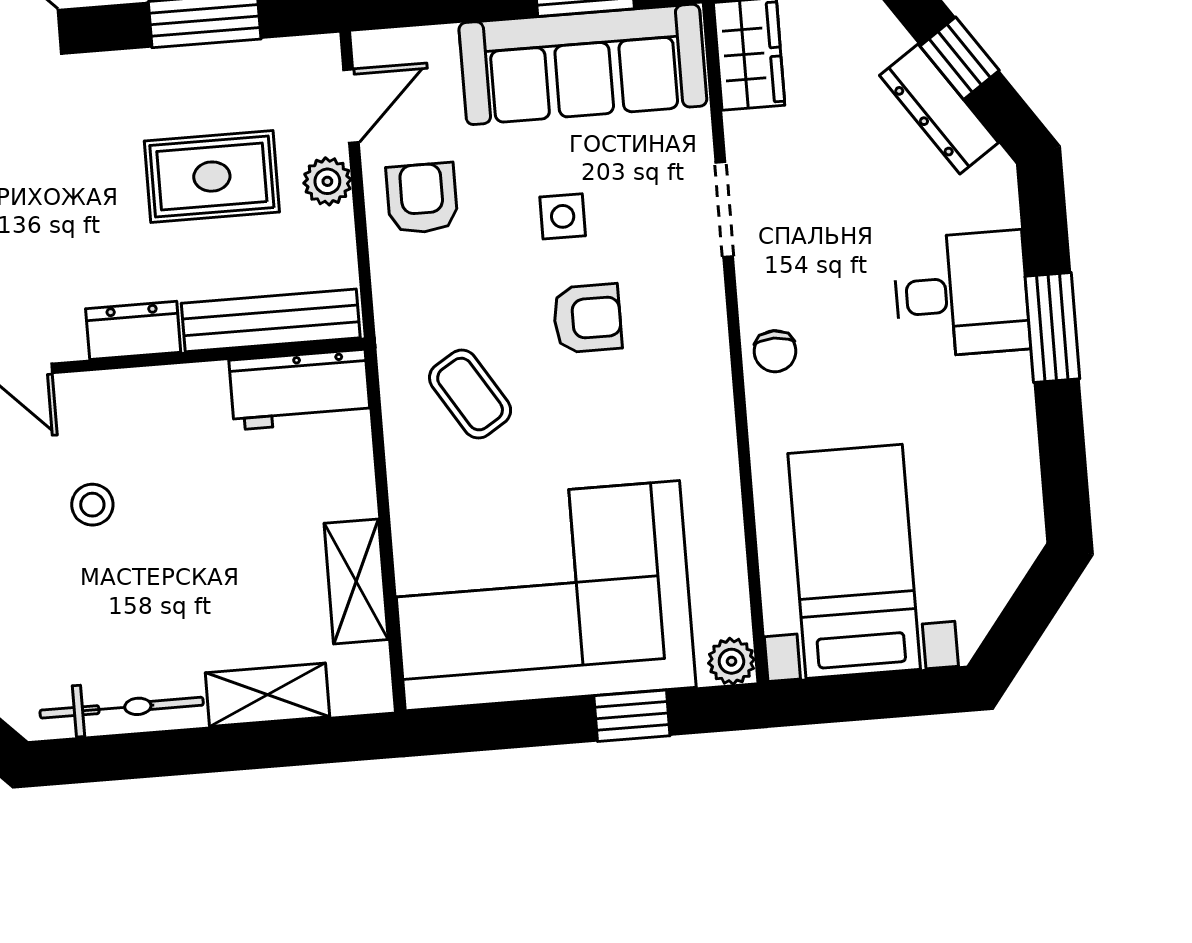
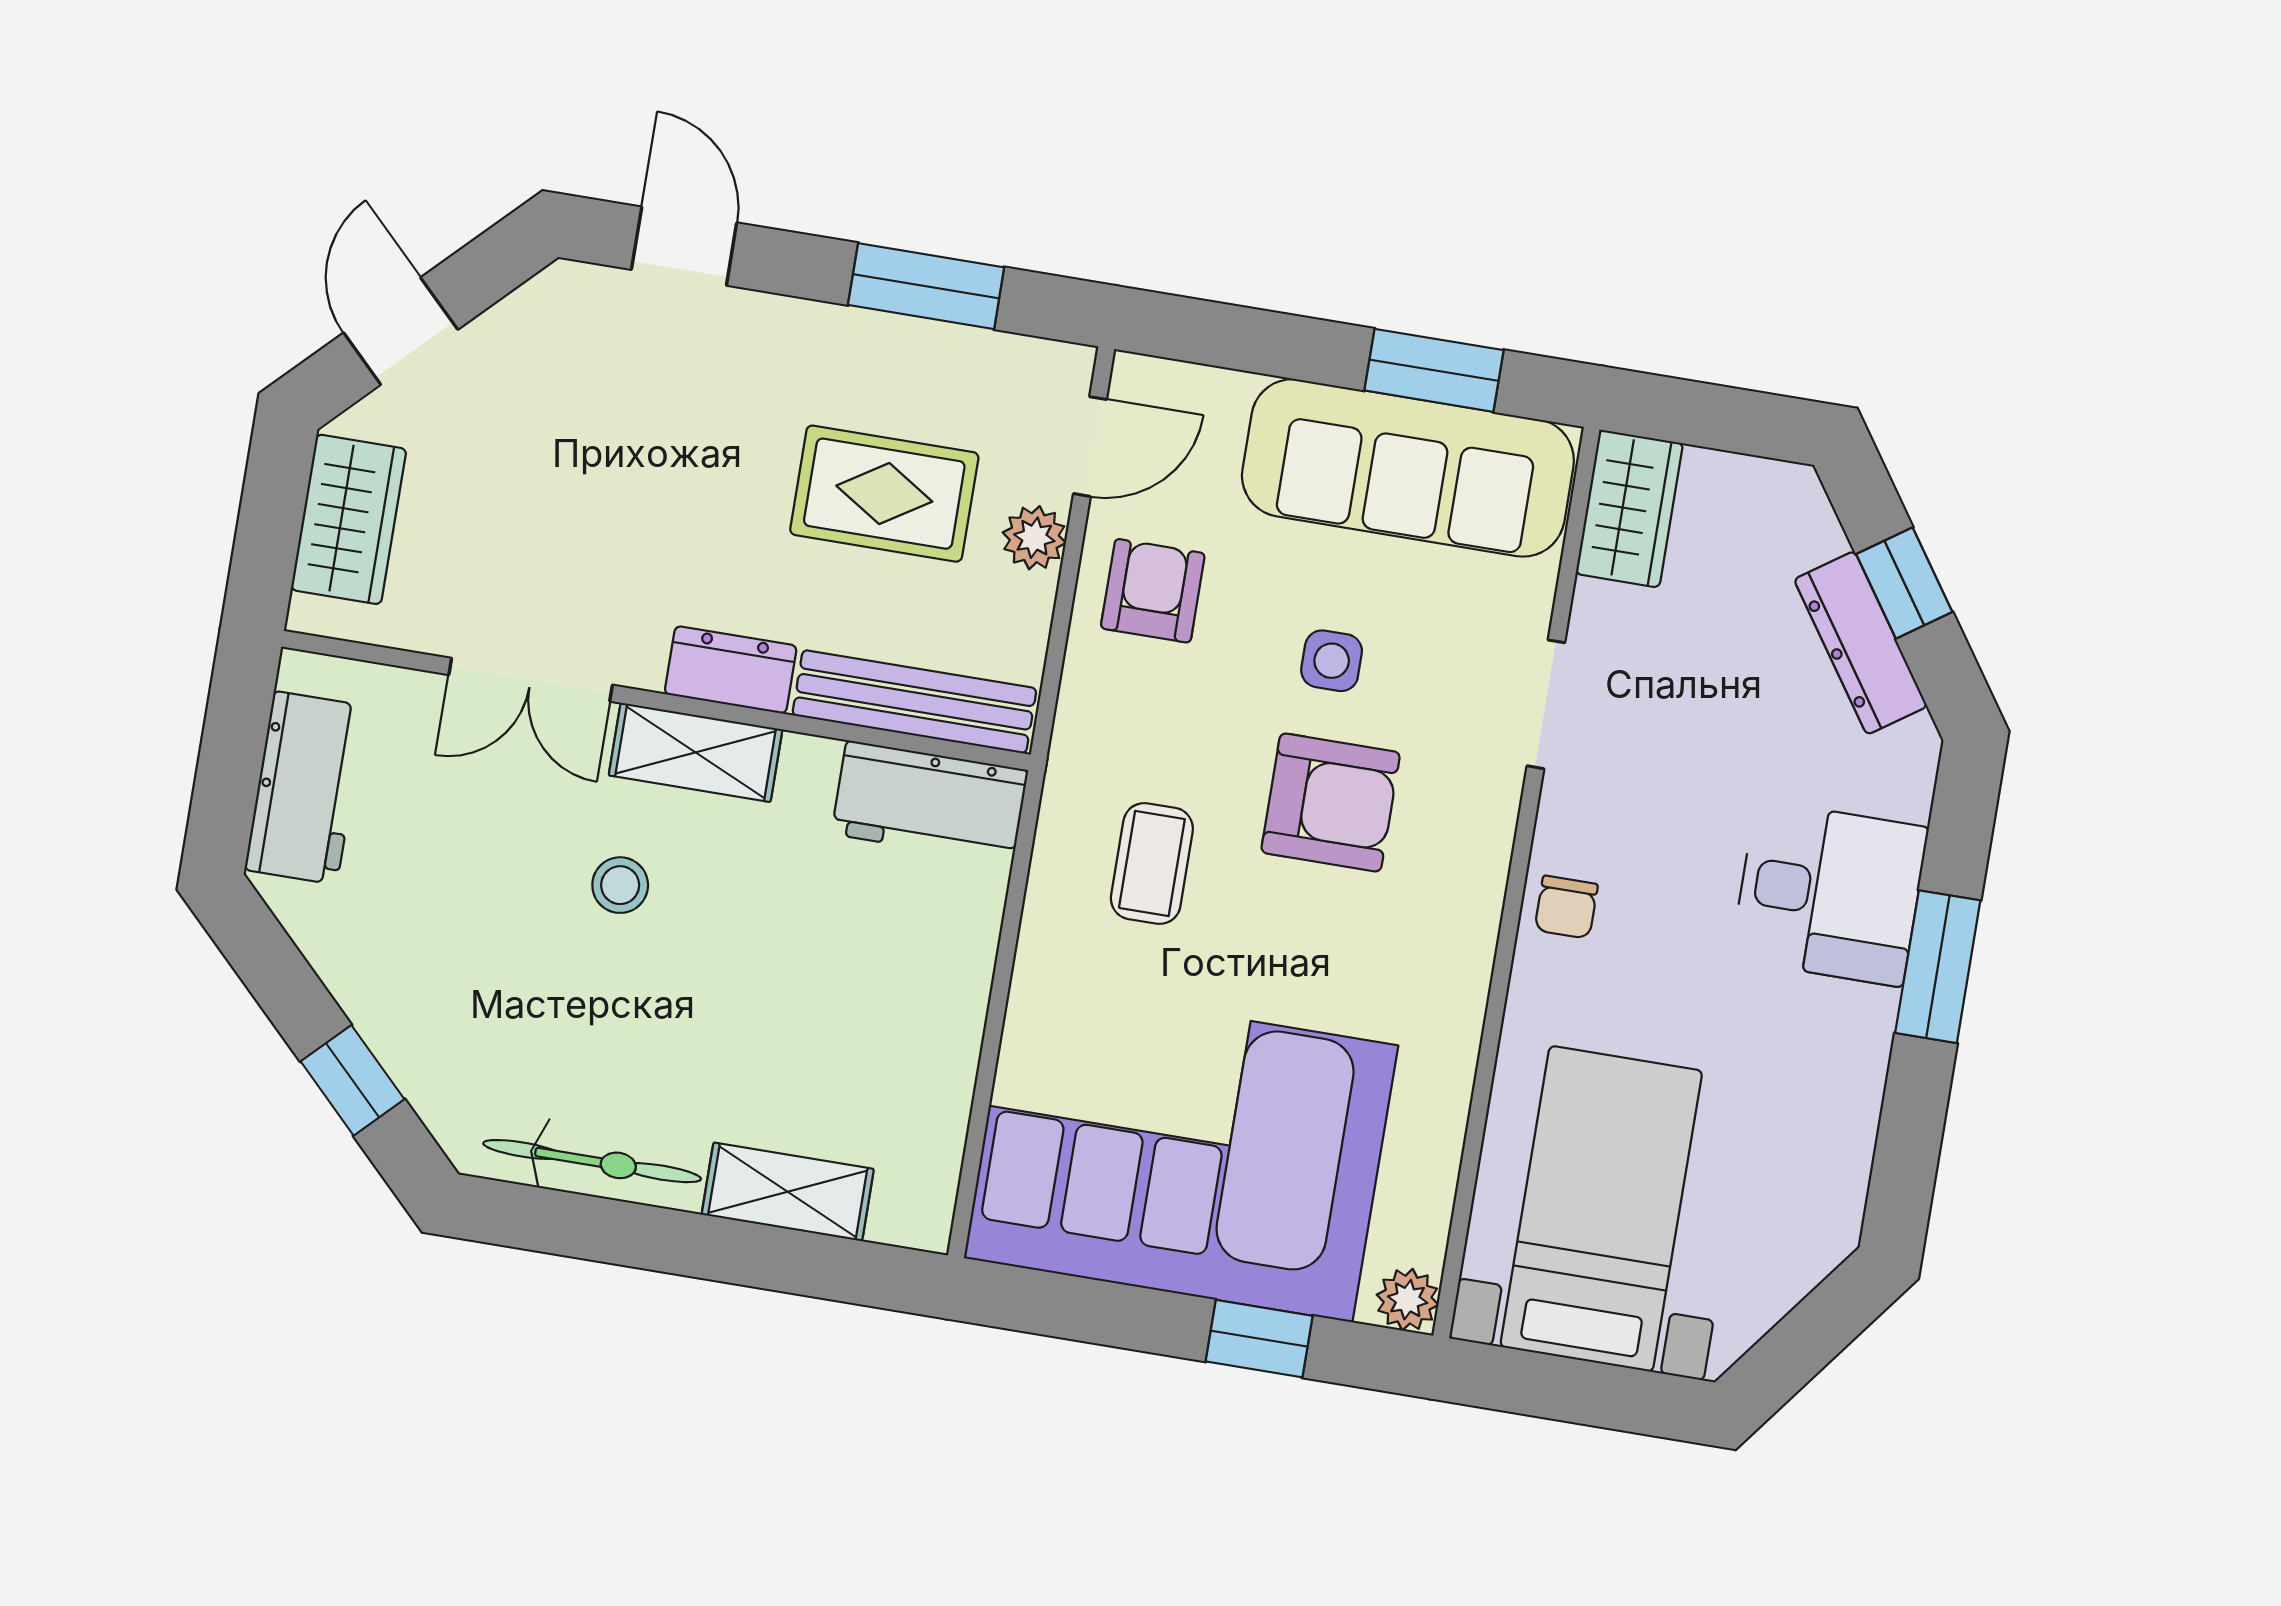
armchair: (587, 318) -> (1331, 802), width x1.38, depth x1.38
coffee table: (470, 394) -> (1152, 864), turned 32
shelving: (356, 581) -> (696, 752), moved, turned 90

